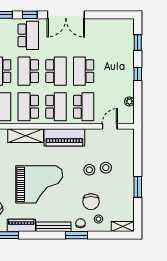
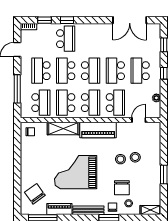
double door: (66, 15) -> (130, 20), moved
school desk: (111, 71) -> (140, 71), added
grand piano: (39, 184) -> (76, 172), turned 180

